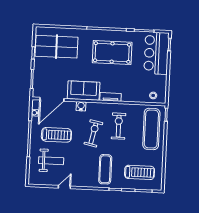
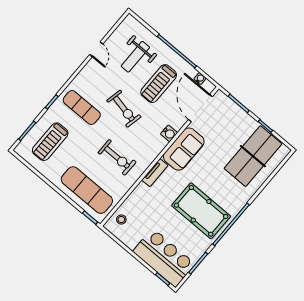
pool table: (112, 52) -> (201, 211), turned 90
exercise bike: (93, 133) -> (124, 109), moved

